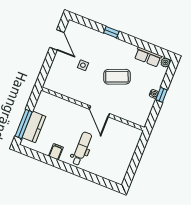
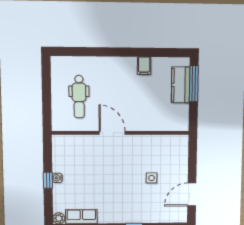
door: (57, 40) -> (192, 194), hinge flipped
coffee table: (117, 77) -> (108, 180), removed
dental chair: (82, 149) -> (79, 97), moved

